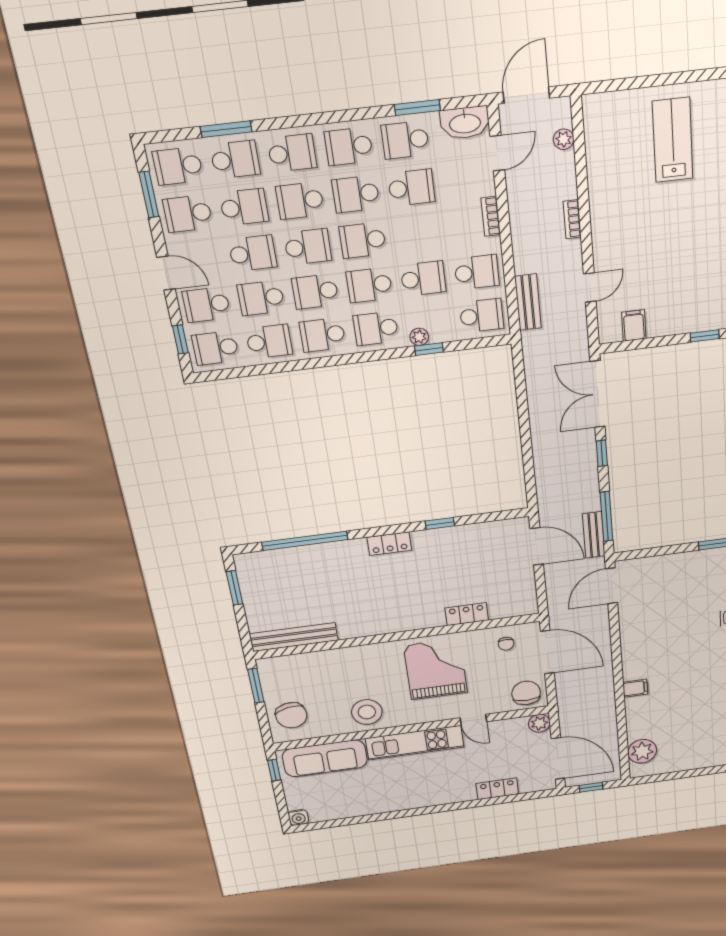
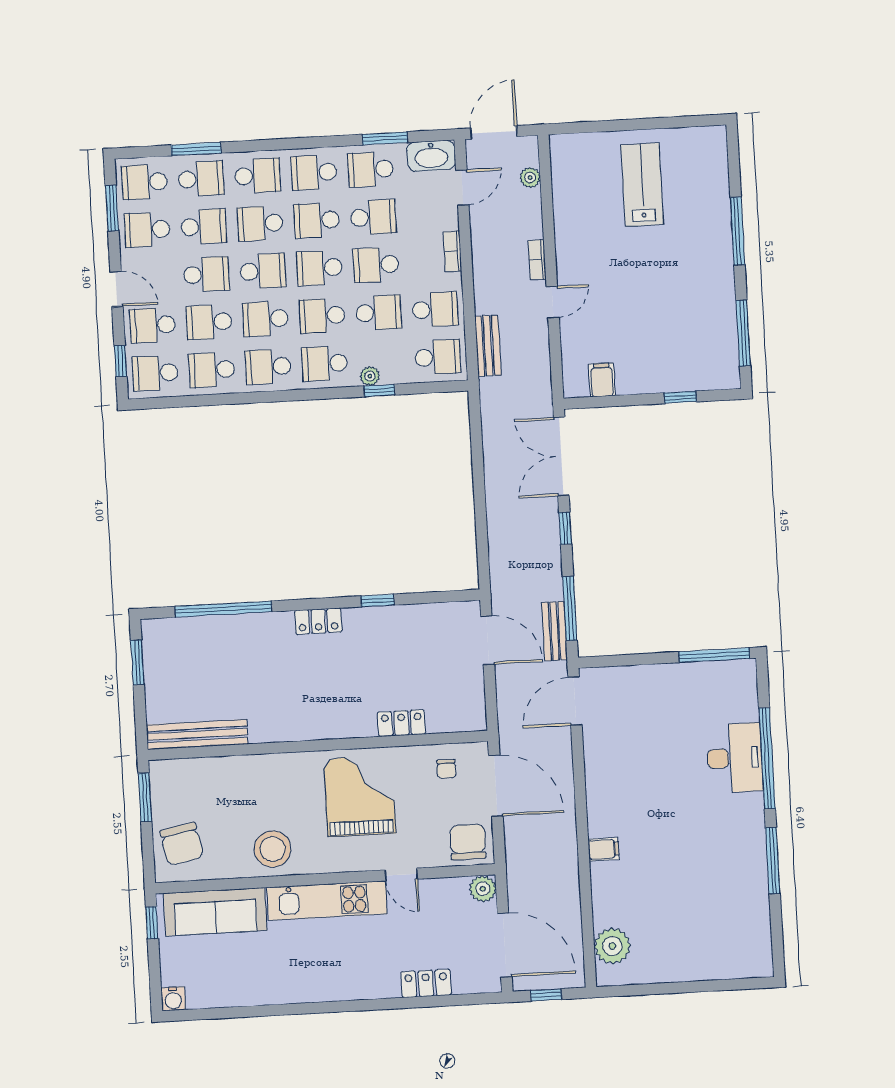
school desk: (417, 234) -> (376, 265), added
door: (590, 287) -> (553, 302), moved
school desk: (269, 341) -> (212, 370), turned 180

